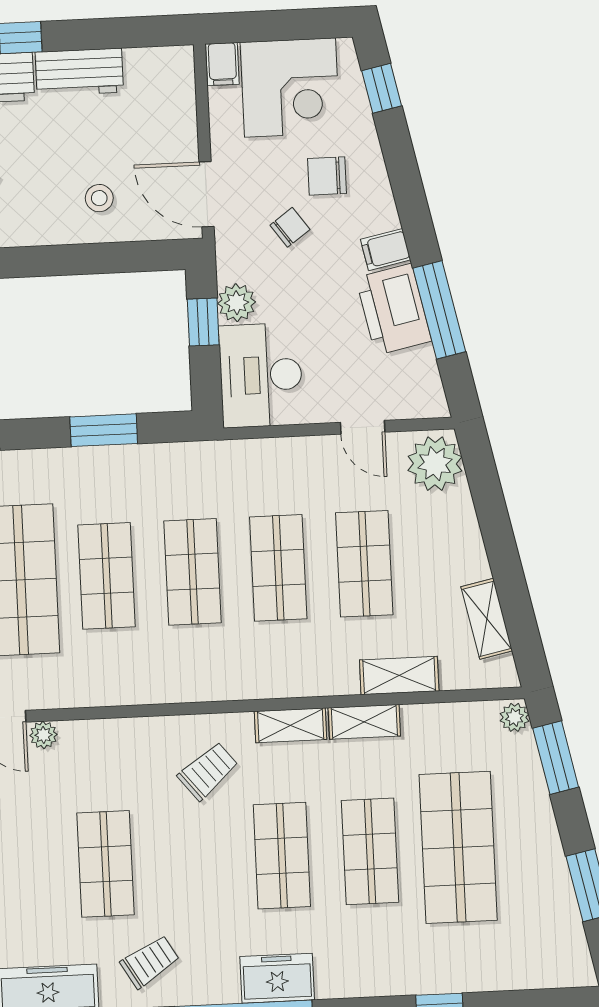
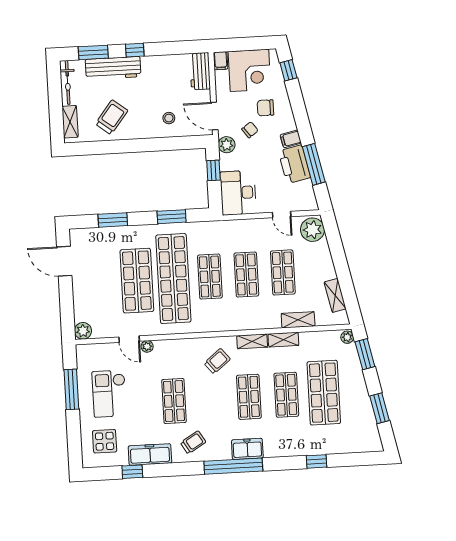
workbench: (79, 72) -> (200, 71), moved, turned 90
plant: (237, 303) -> (227, 145), moved
shop shelf: (107, 576) -> (173, 279), width x2.00, depth x1.36

